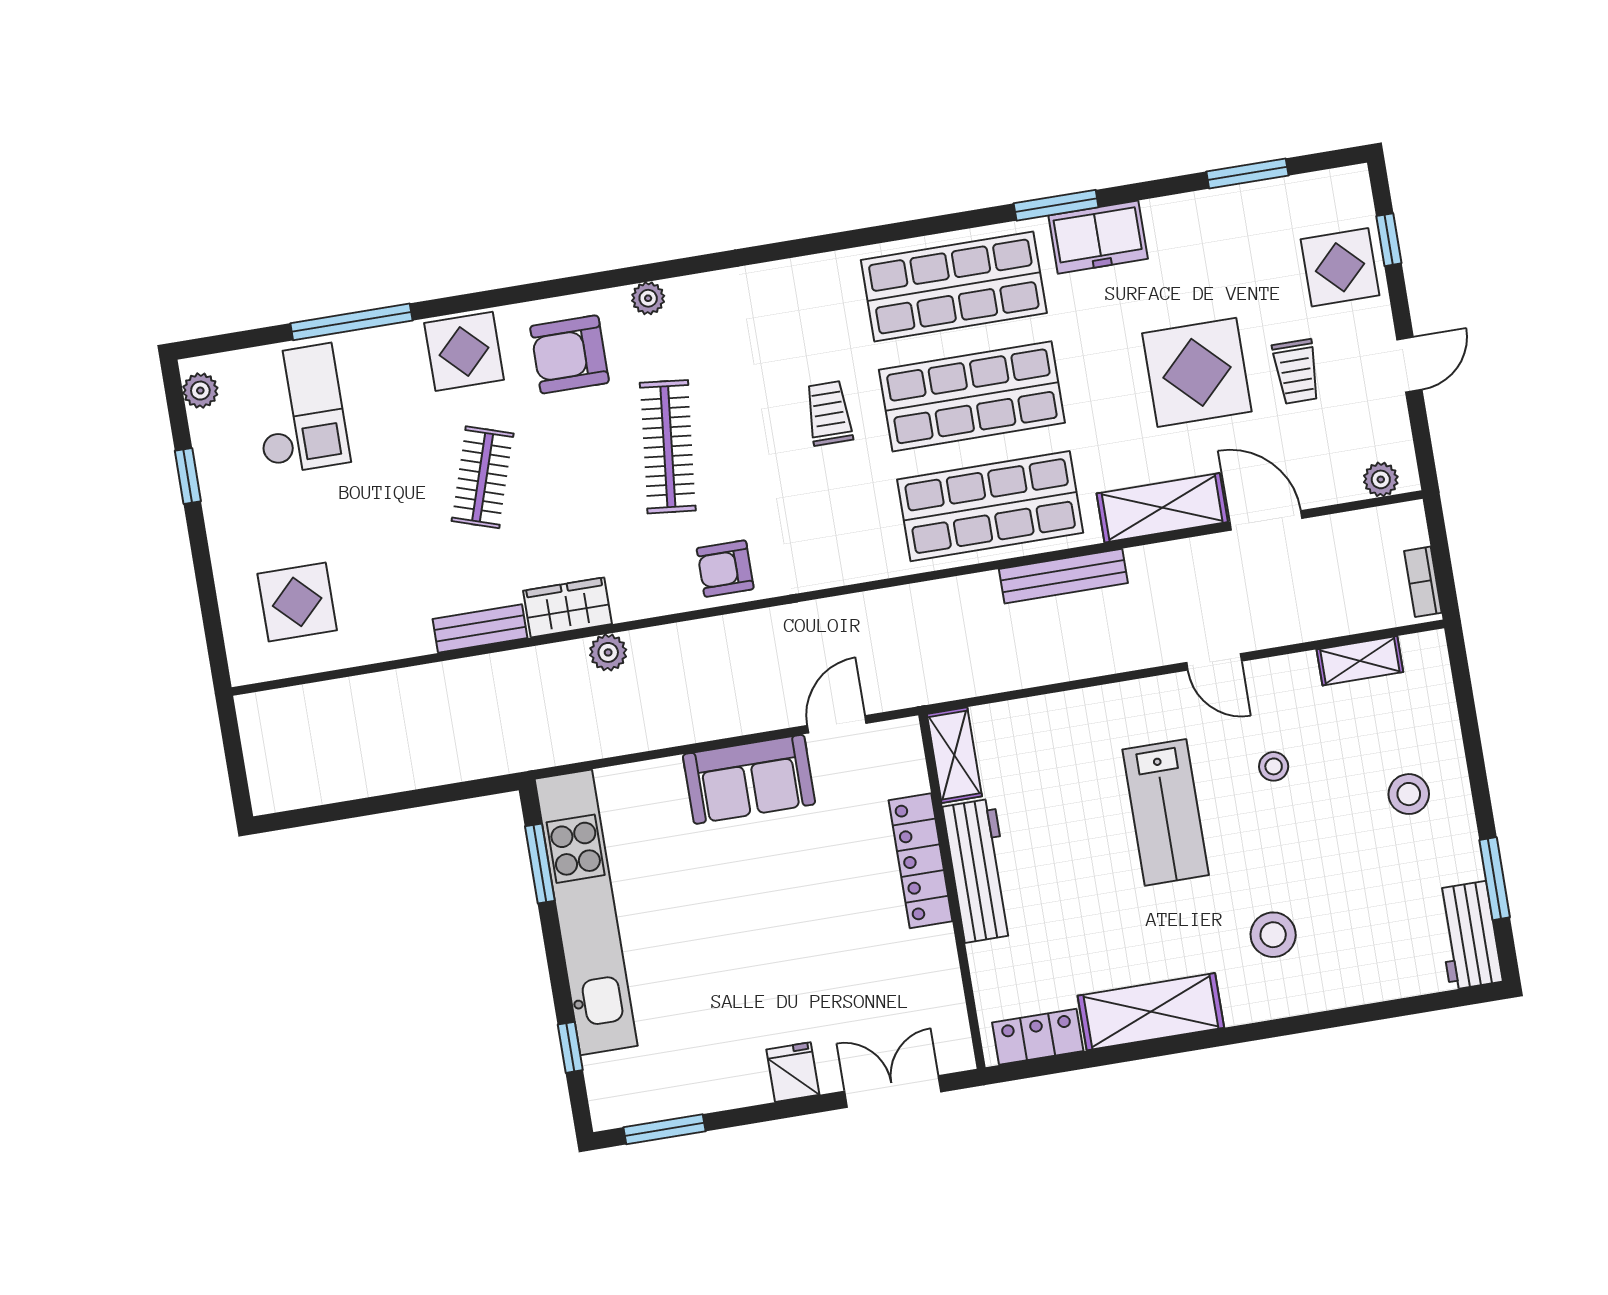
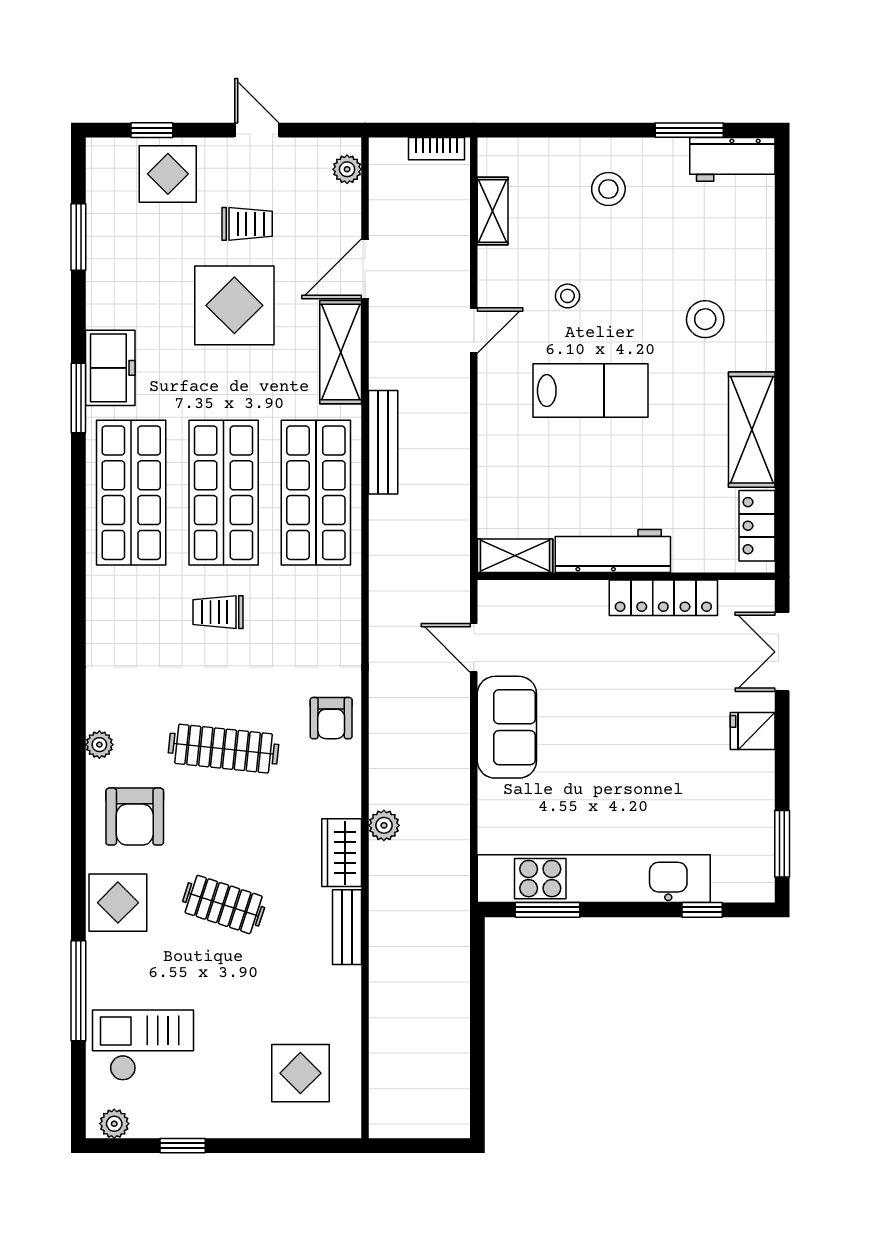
locker: (921, 861) -> (663, 598), moved

